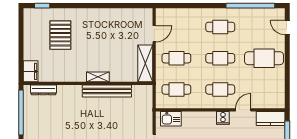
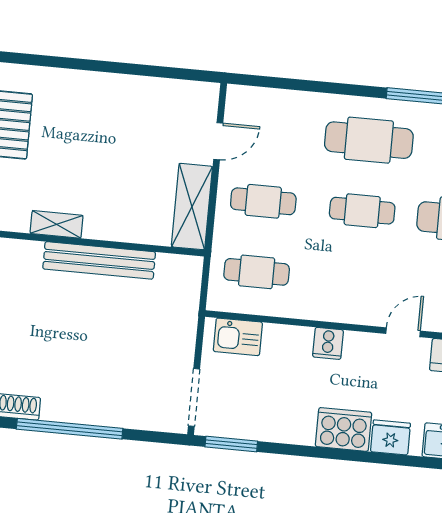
cafe table: (220, 27) -> (369, 140), width x1.37, depth x1.35
shelving: (98, 77) -> (57, 224), moved
cafe table: (220, 89) -> (356, 281), removed
cooker: (223, 118) -> (328, 343), moved

